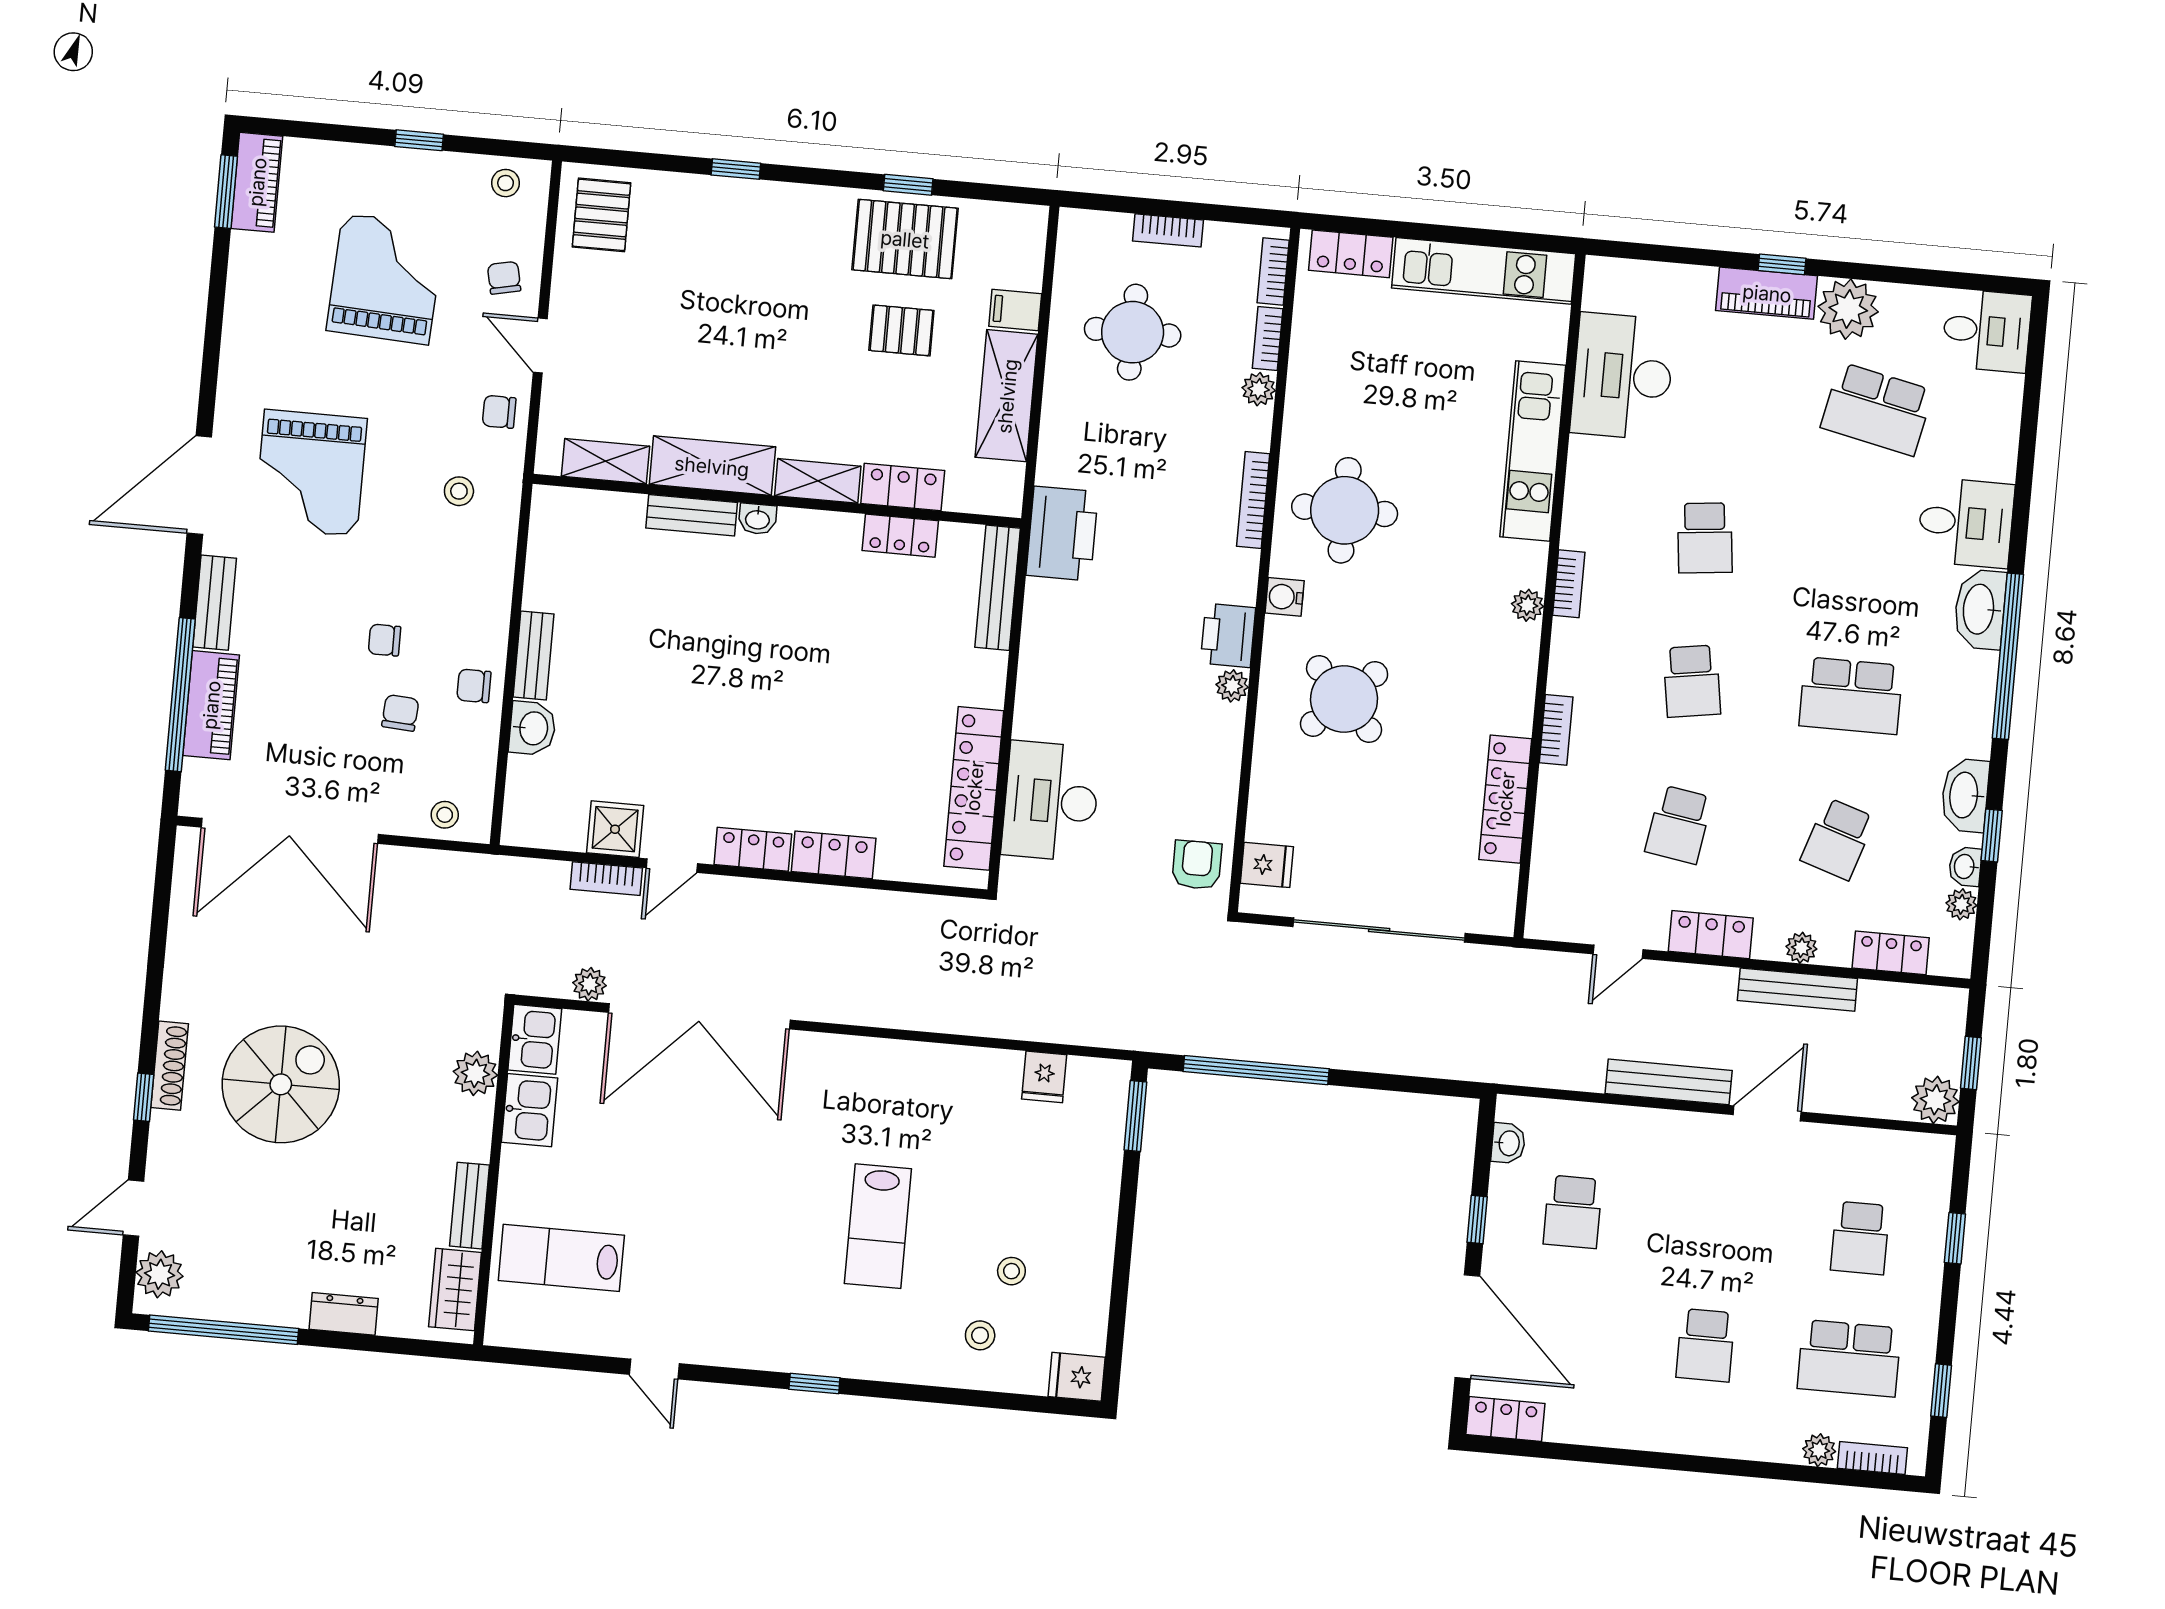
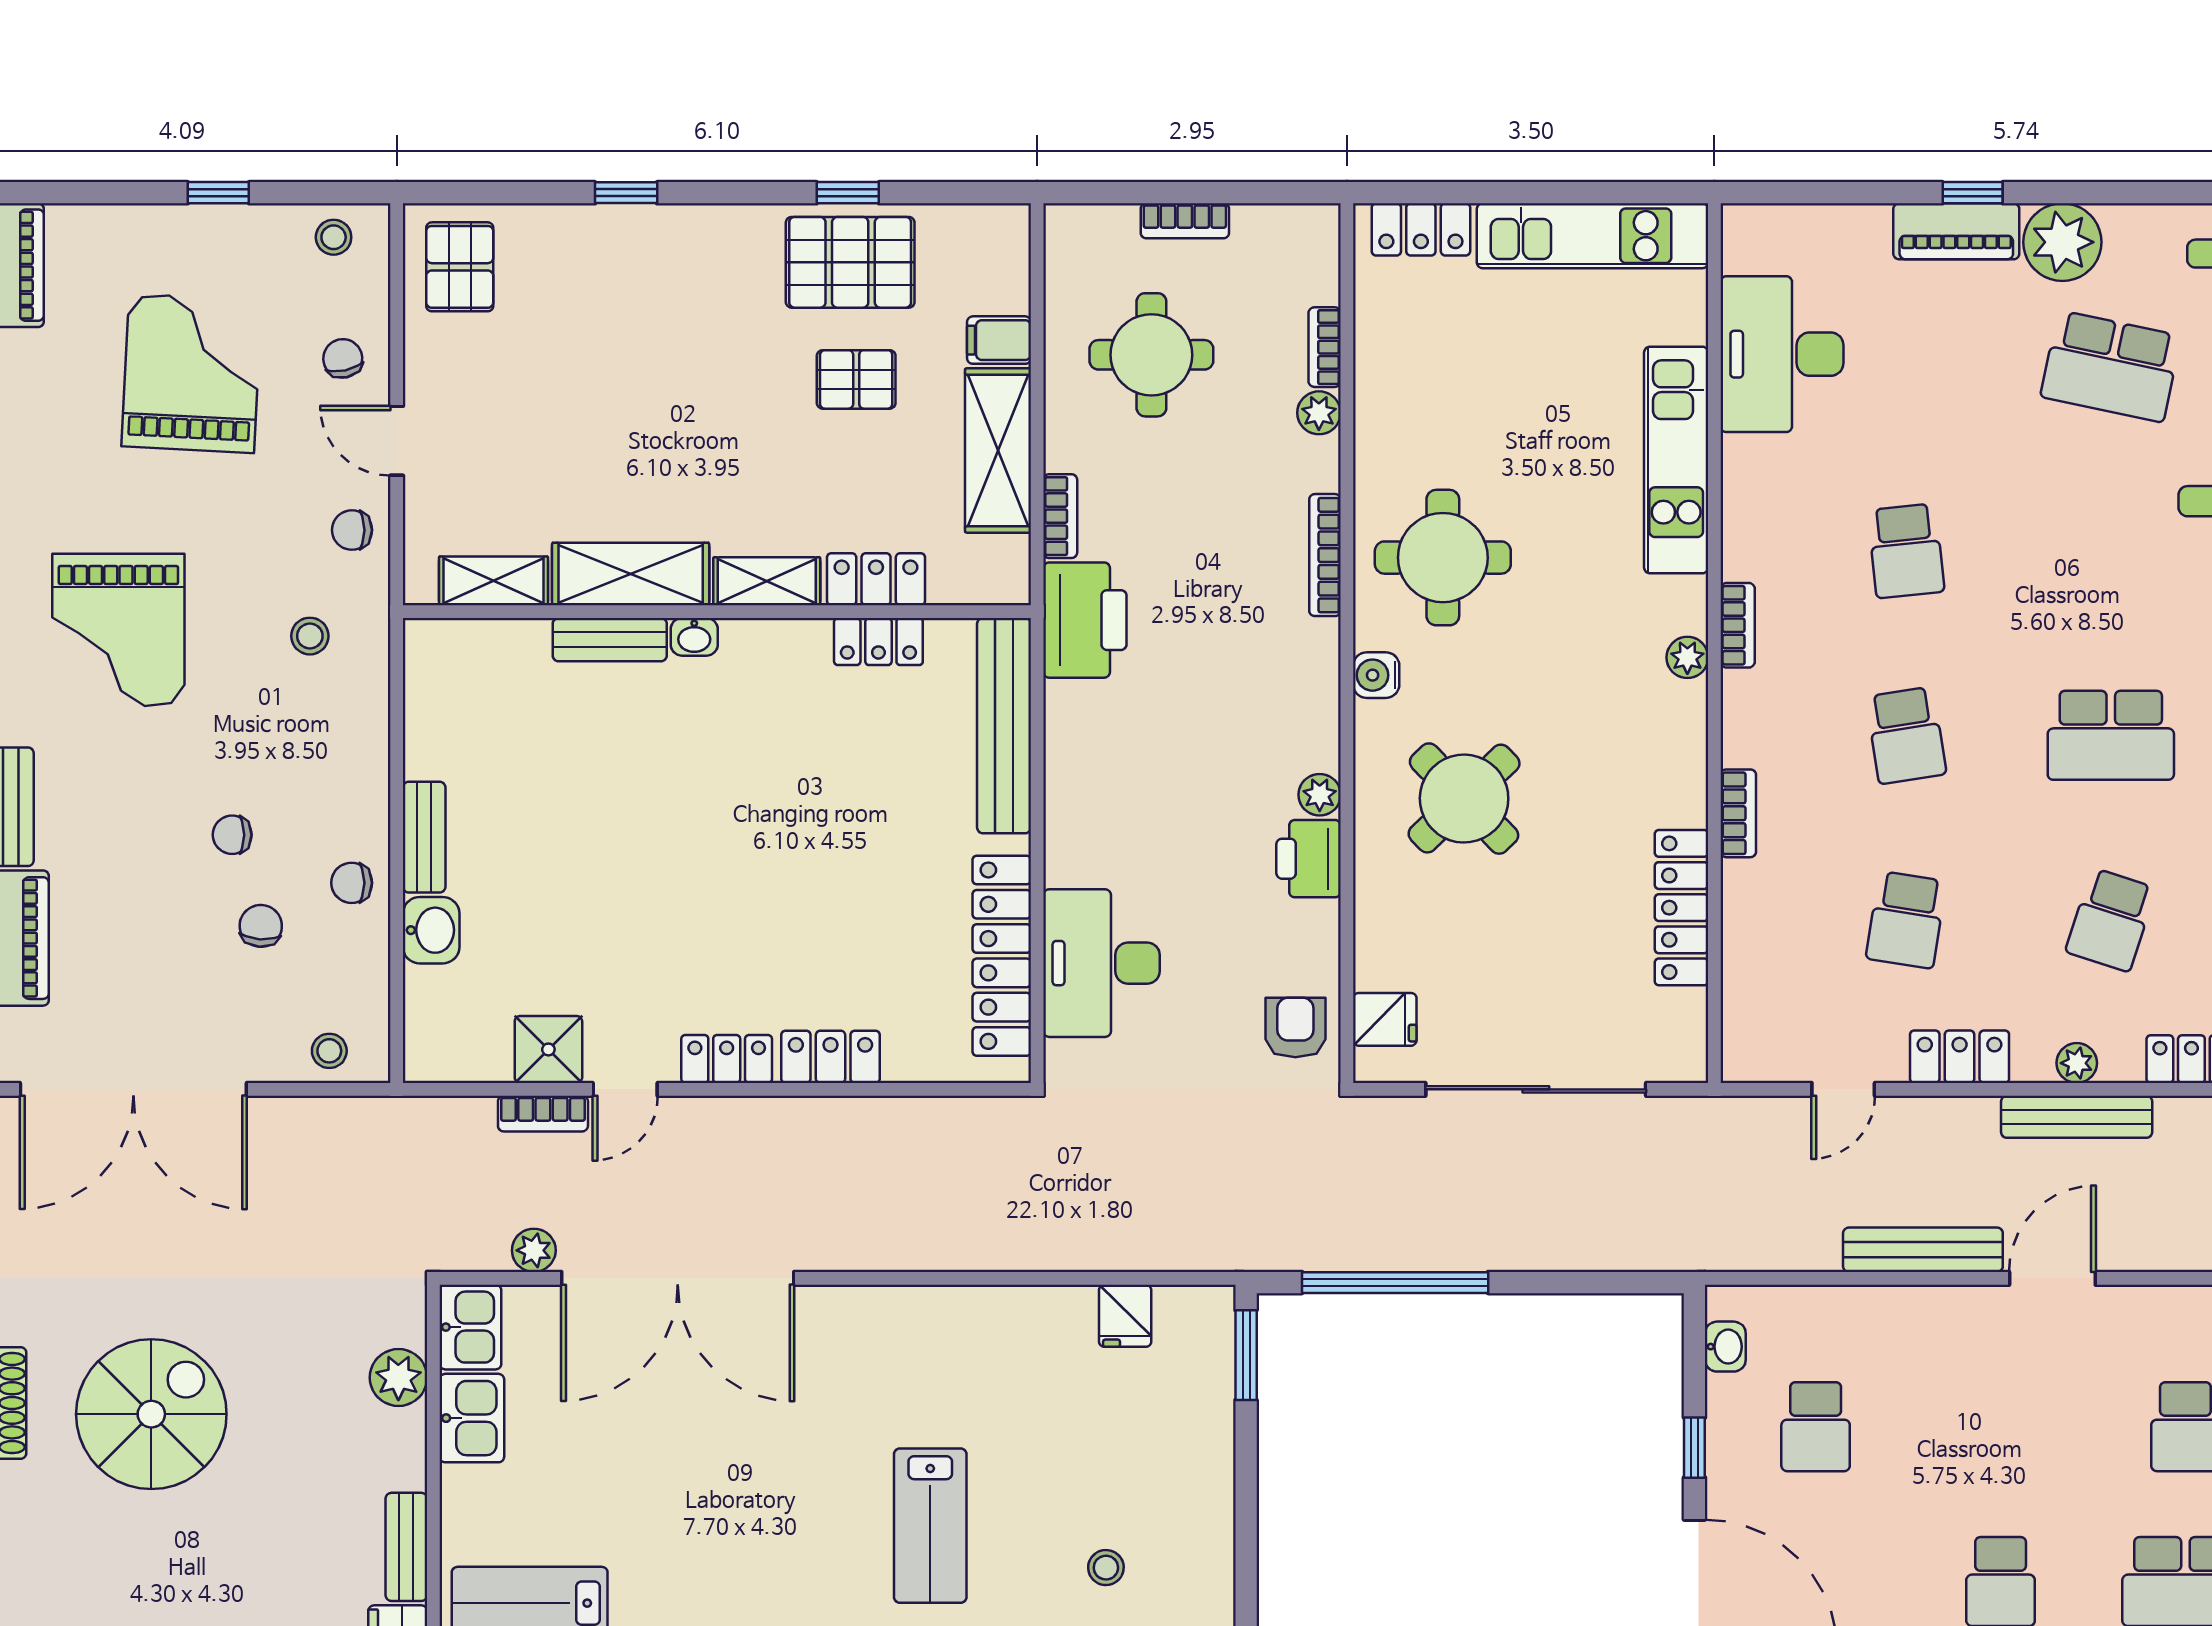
bookcase: (1273, 271) -> (1060, 516), moved, turned 180
bench: (998, 588) -> (1004, 726), width x1.37, depth x1.21
printer: (1228, 635) -> (1309, 859), moved

